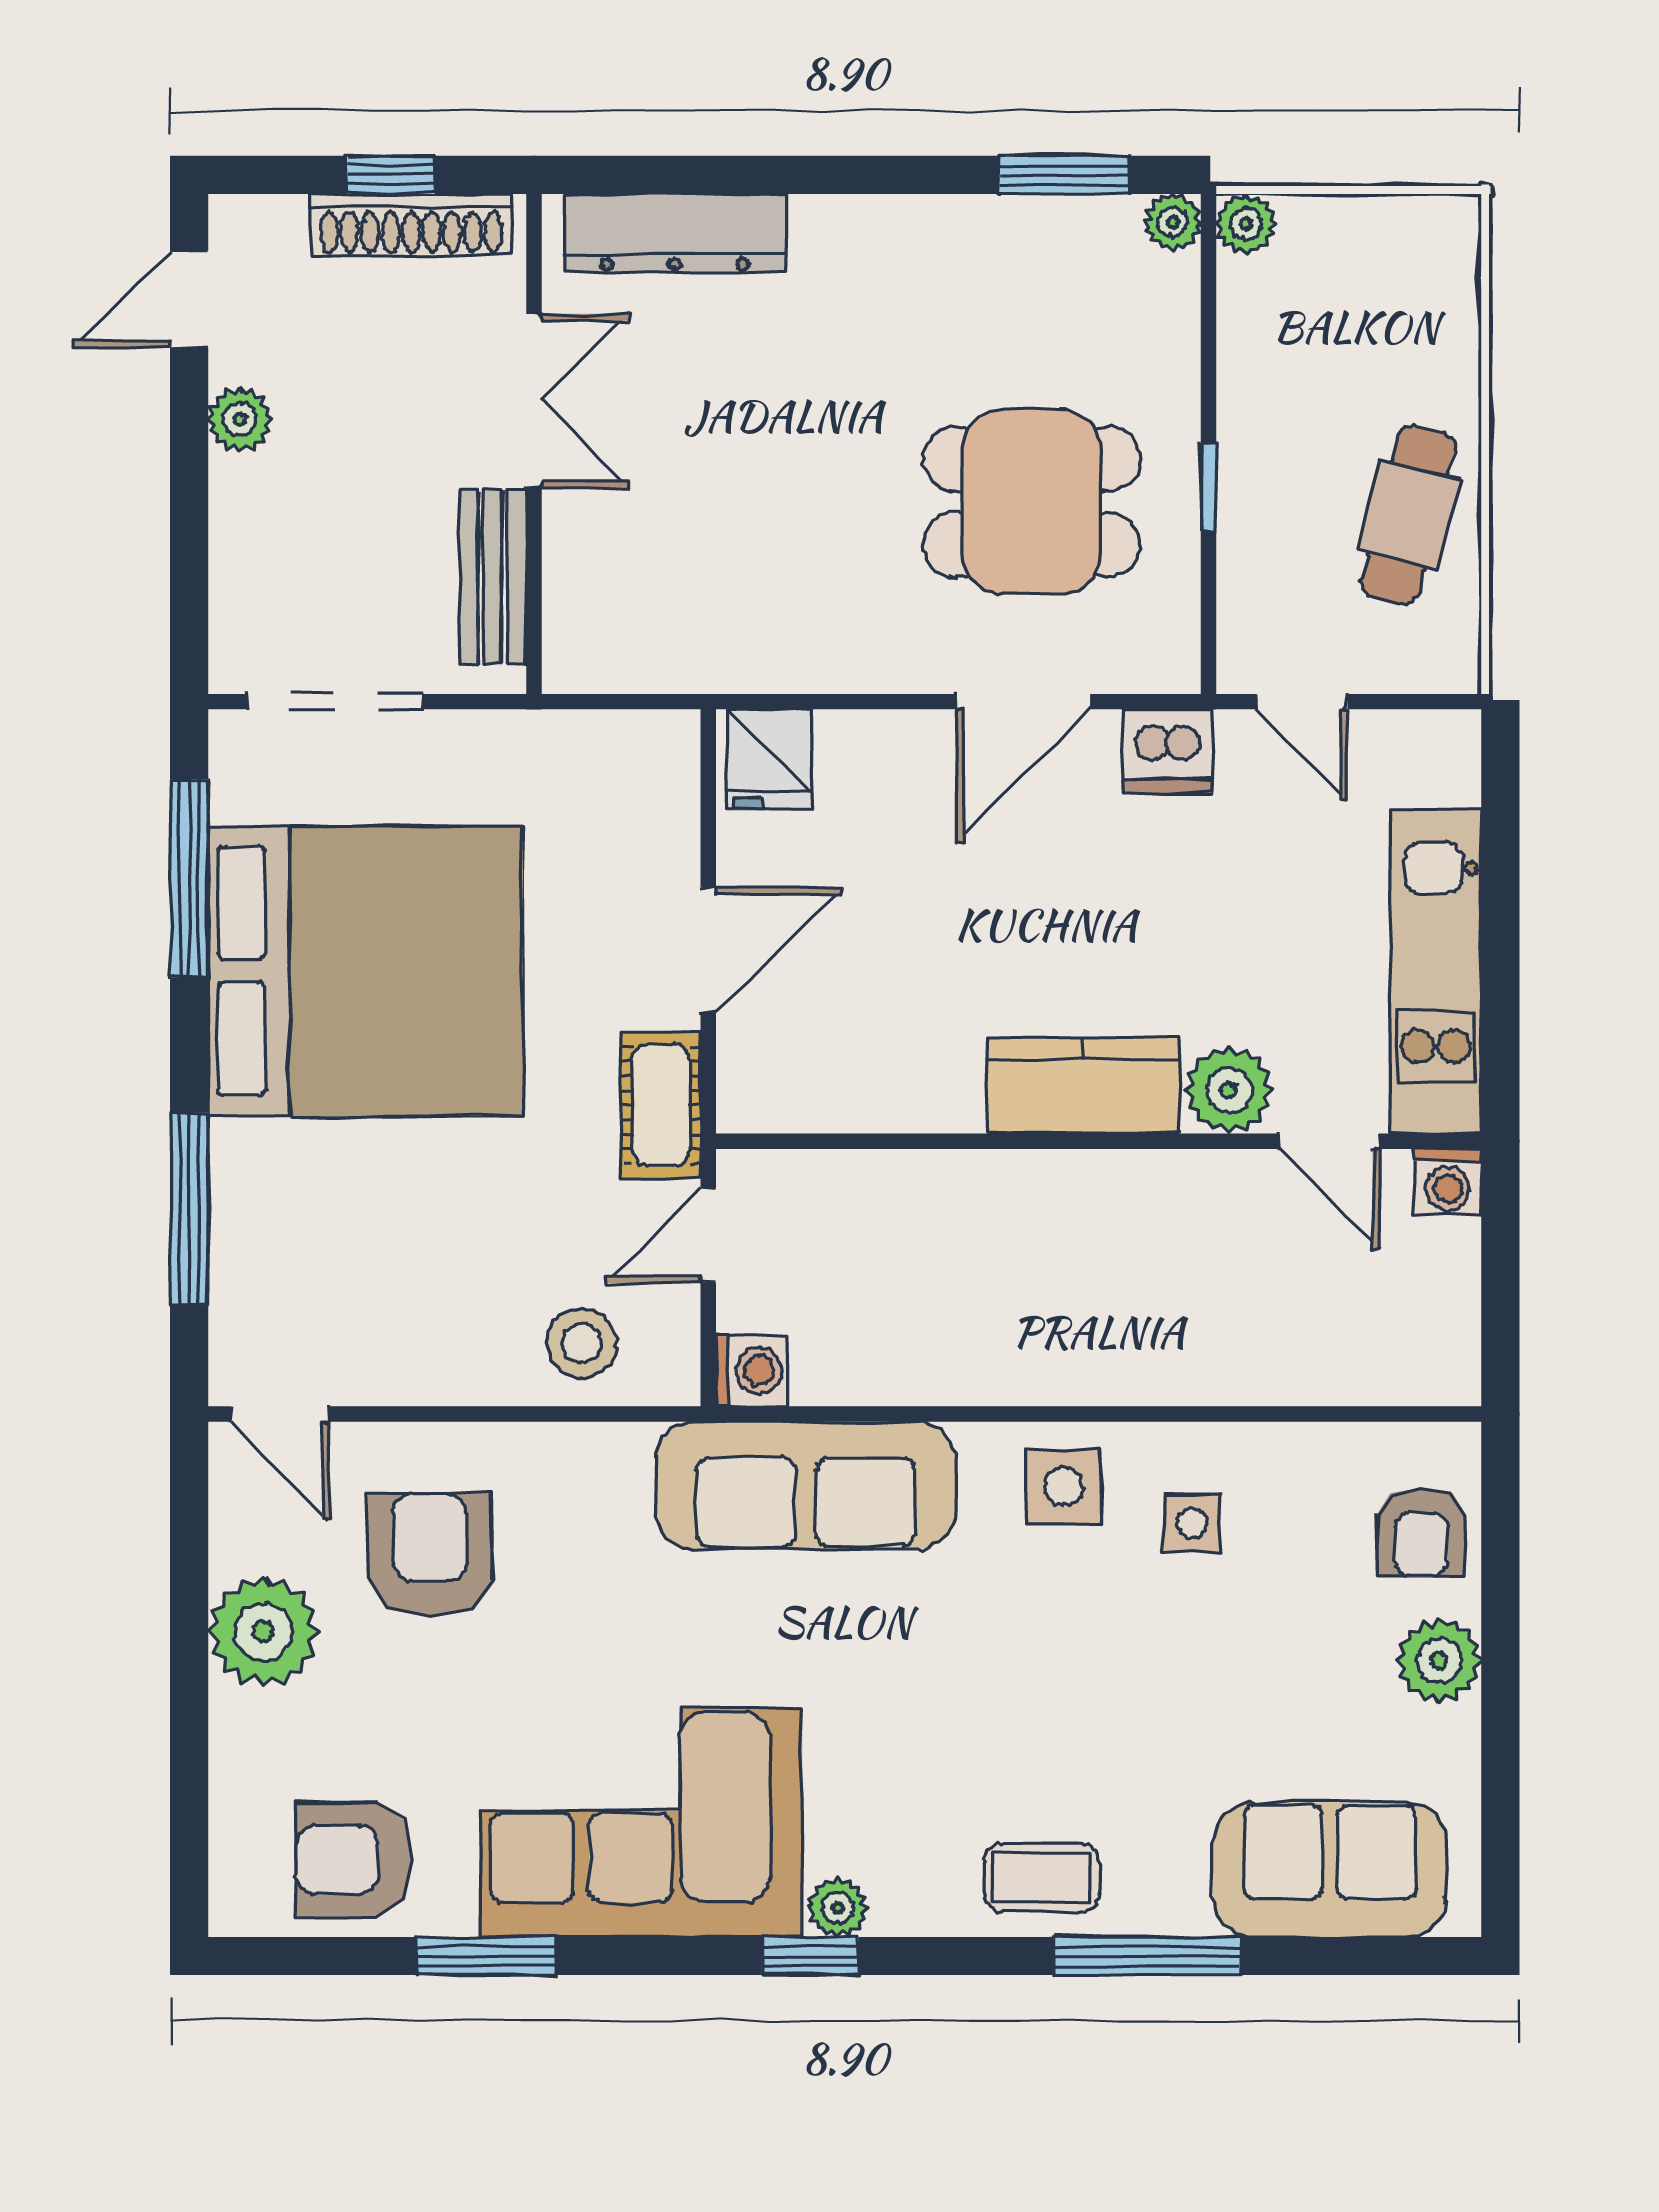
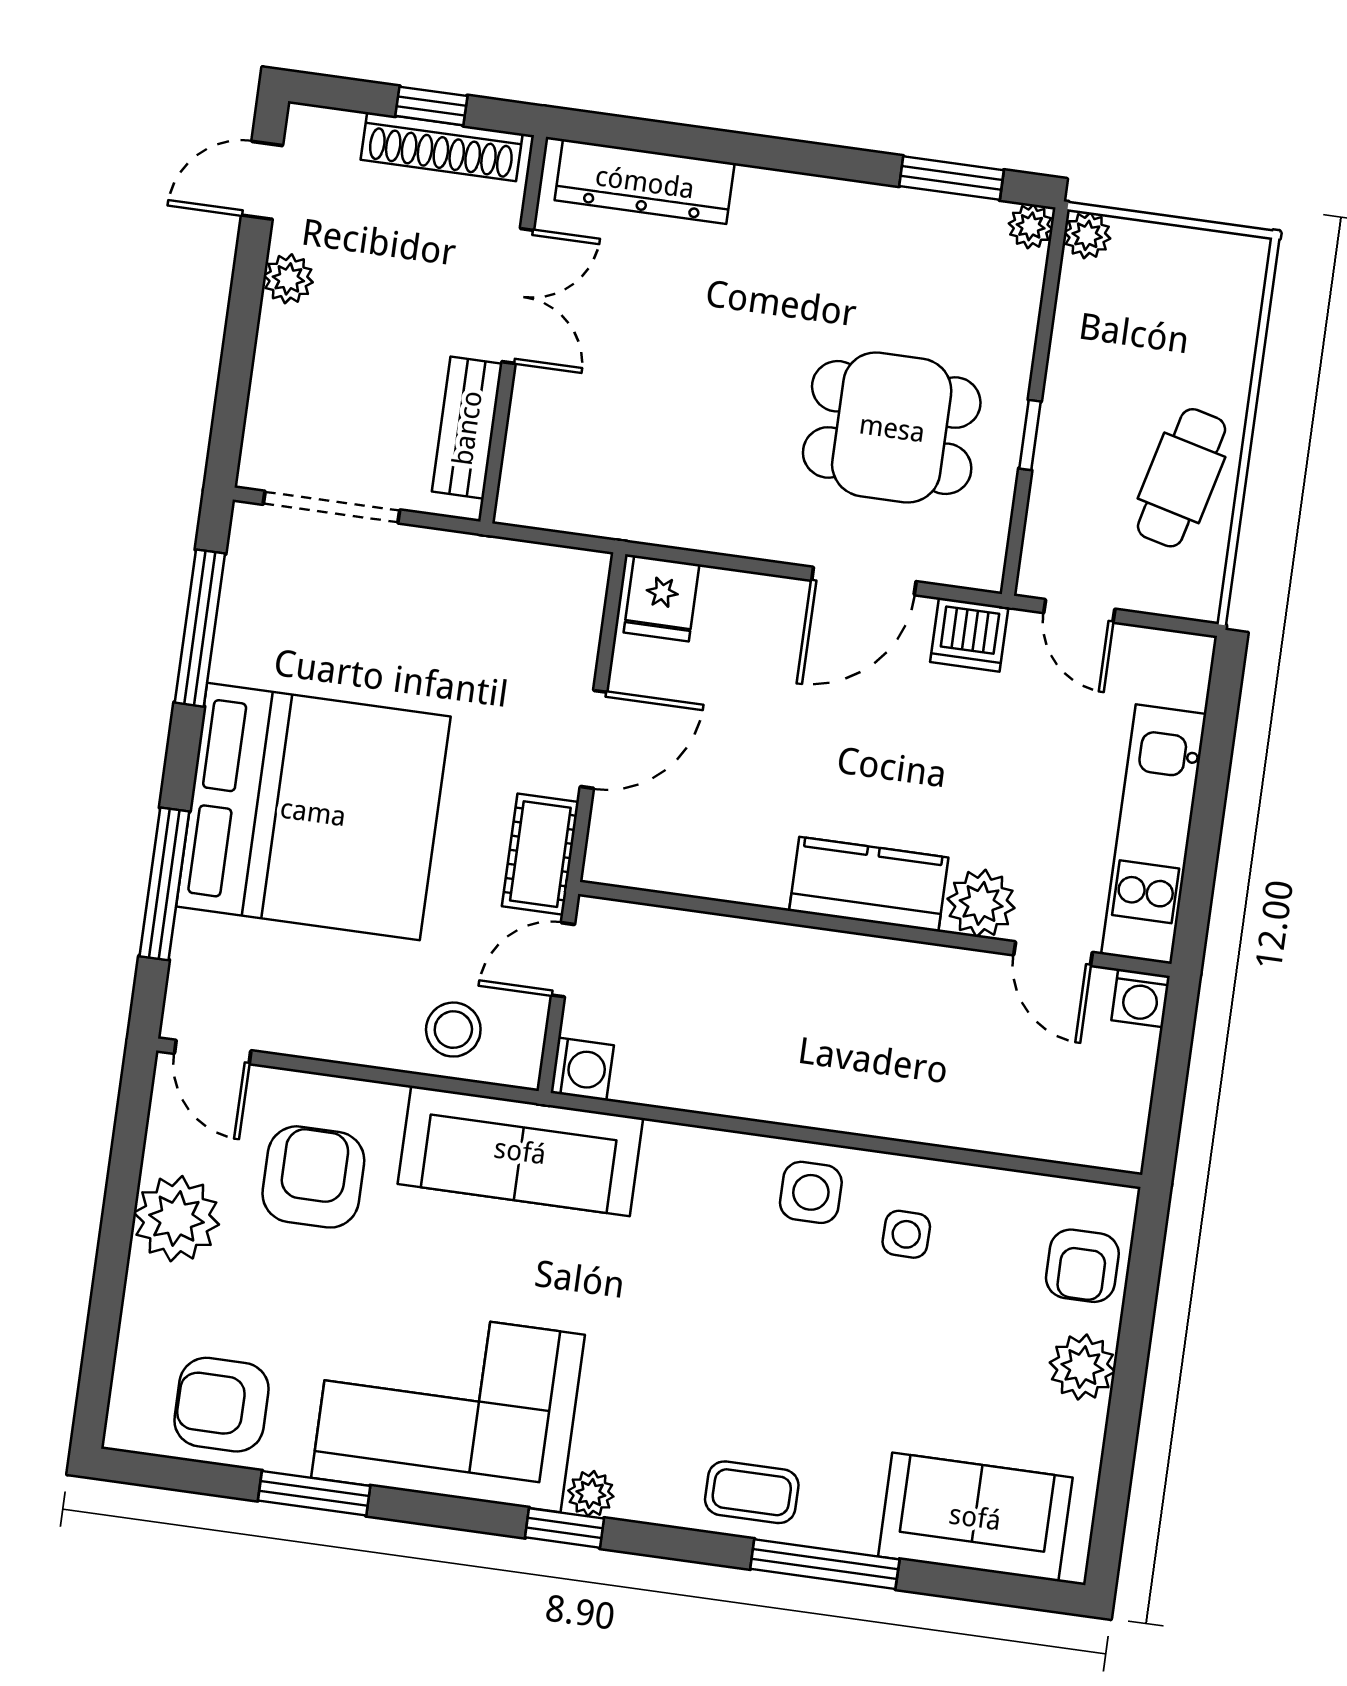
bed: (365, 971) -> (313, 812), moved
sofa: (806, 1485) -> (520, 1151), moved

